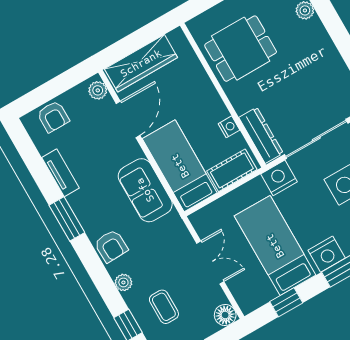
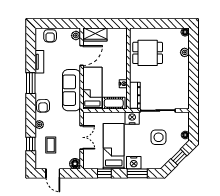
wardrobe: (141, 63) -> (95, 35), width x0.67
sofa: (145, 190) -> (71, 90), width x1.36

